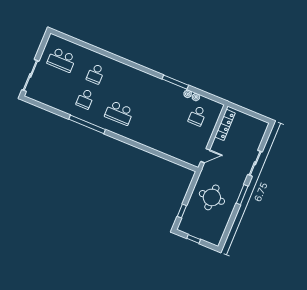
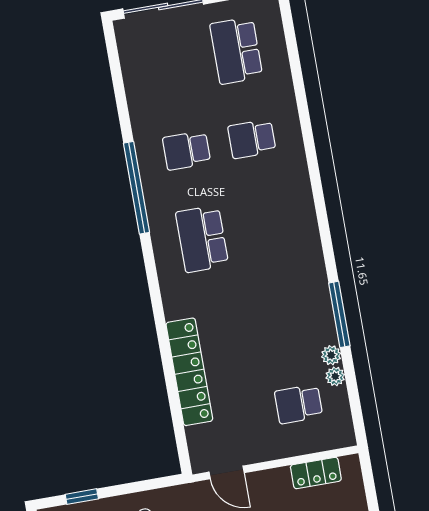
locker: (225, 125) -> (316, 473), width x0.66
locker: (162, 147) -> (189, 372), added

